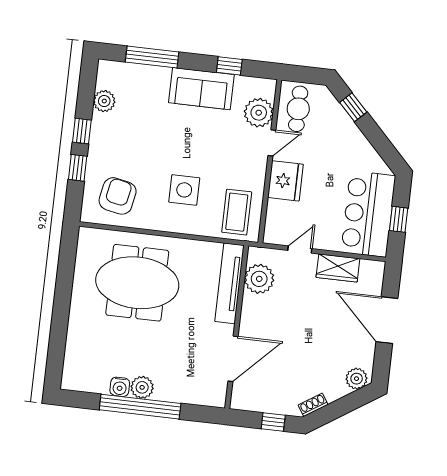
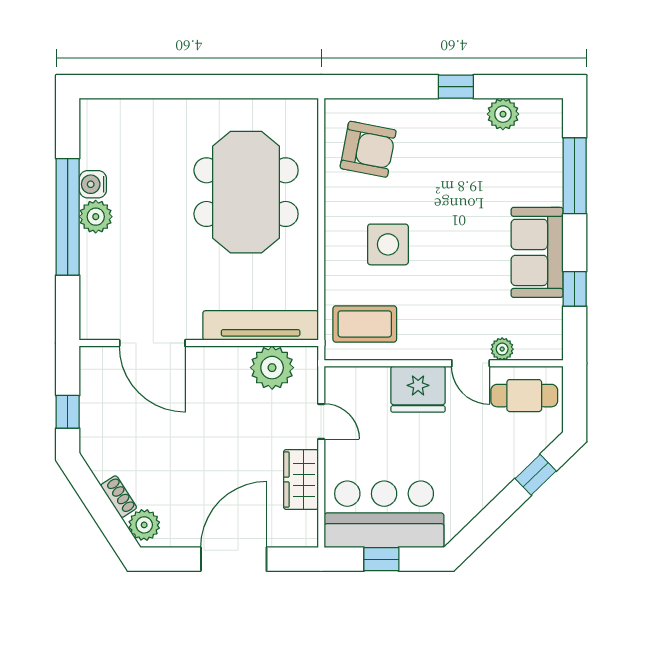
plant: (259, 113) -> (502, 349), width x0.53, depth x0.53
window: (78, 168) -> (402, 87), removed
shoe rack: (313, 405) -> (119, 497), moved

